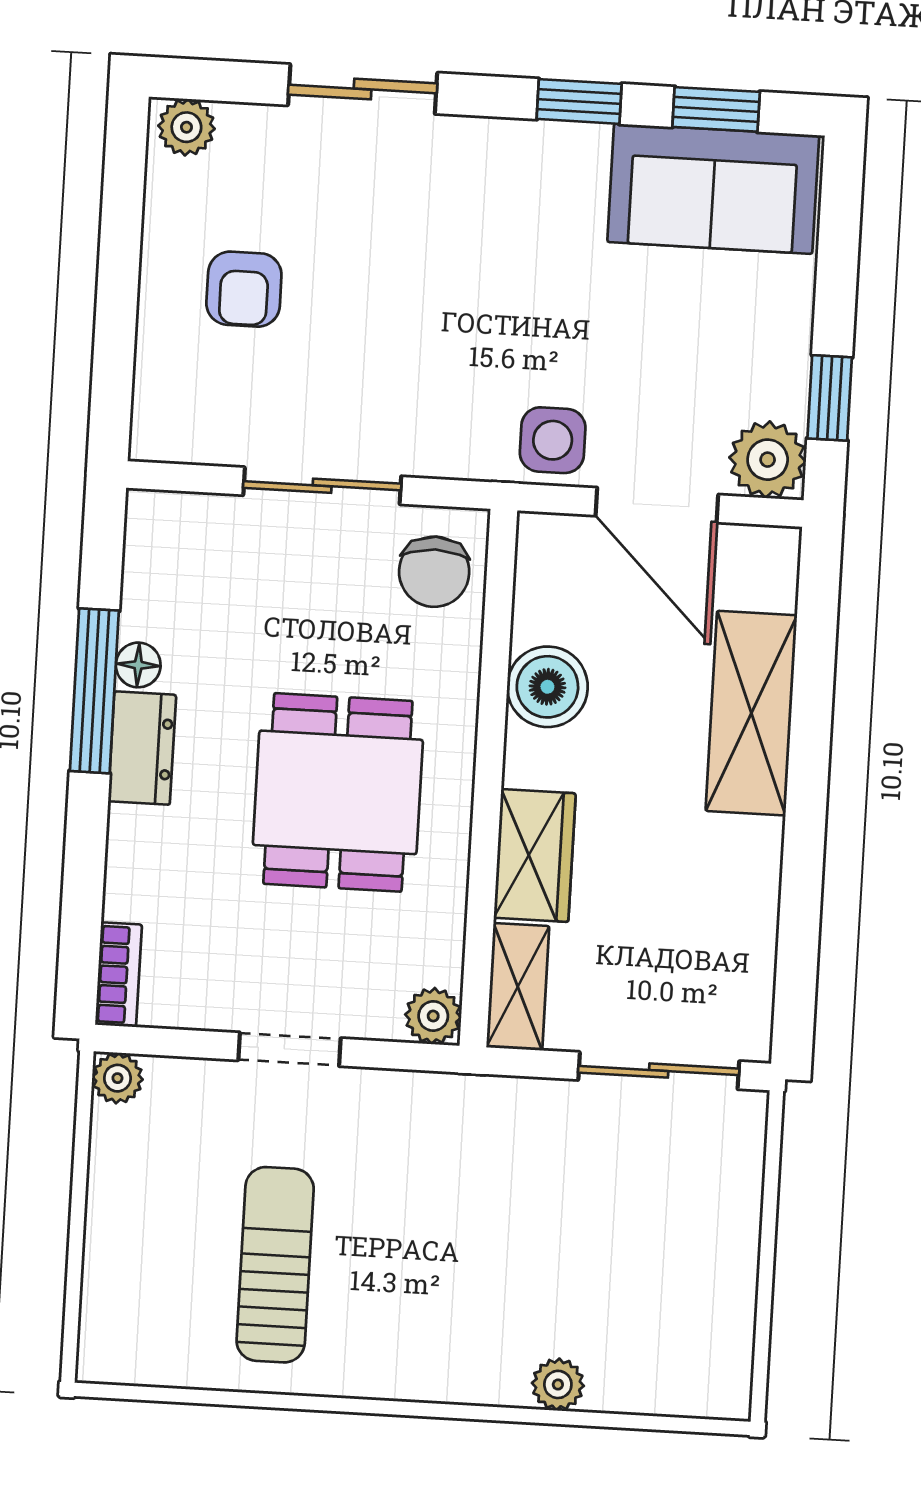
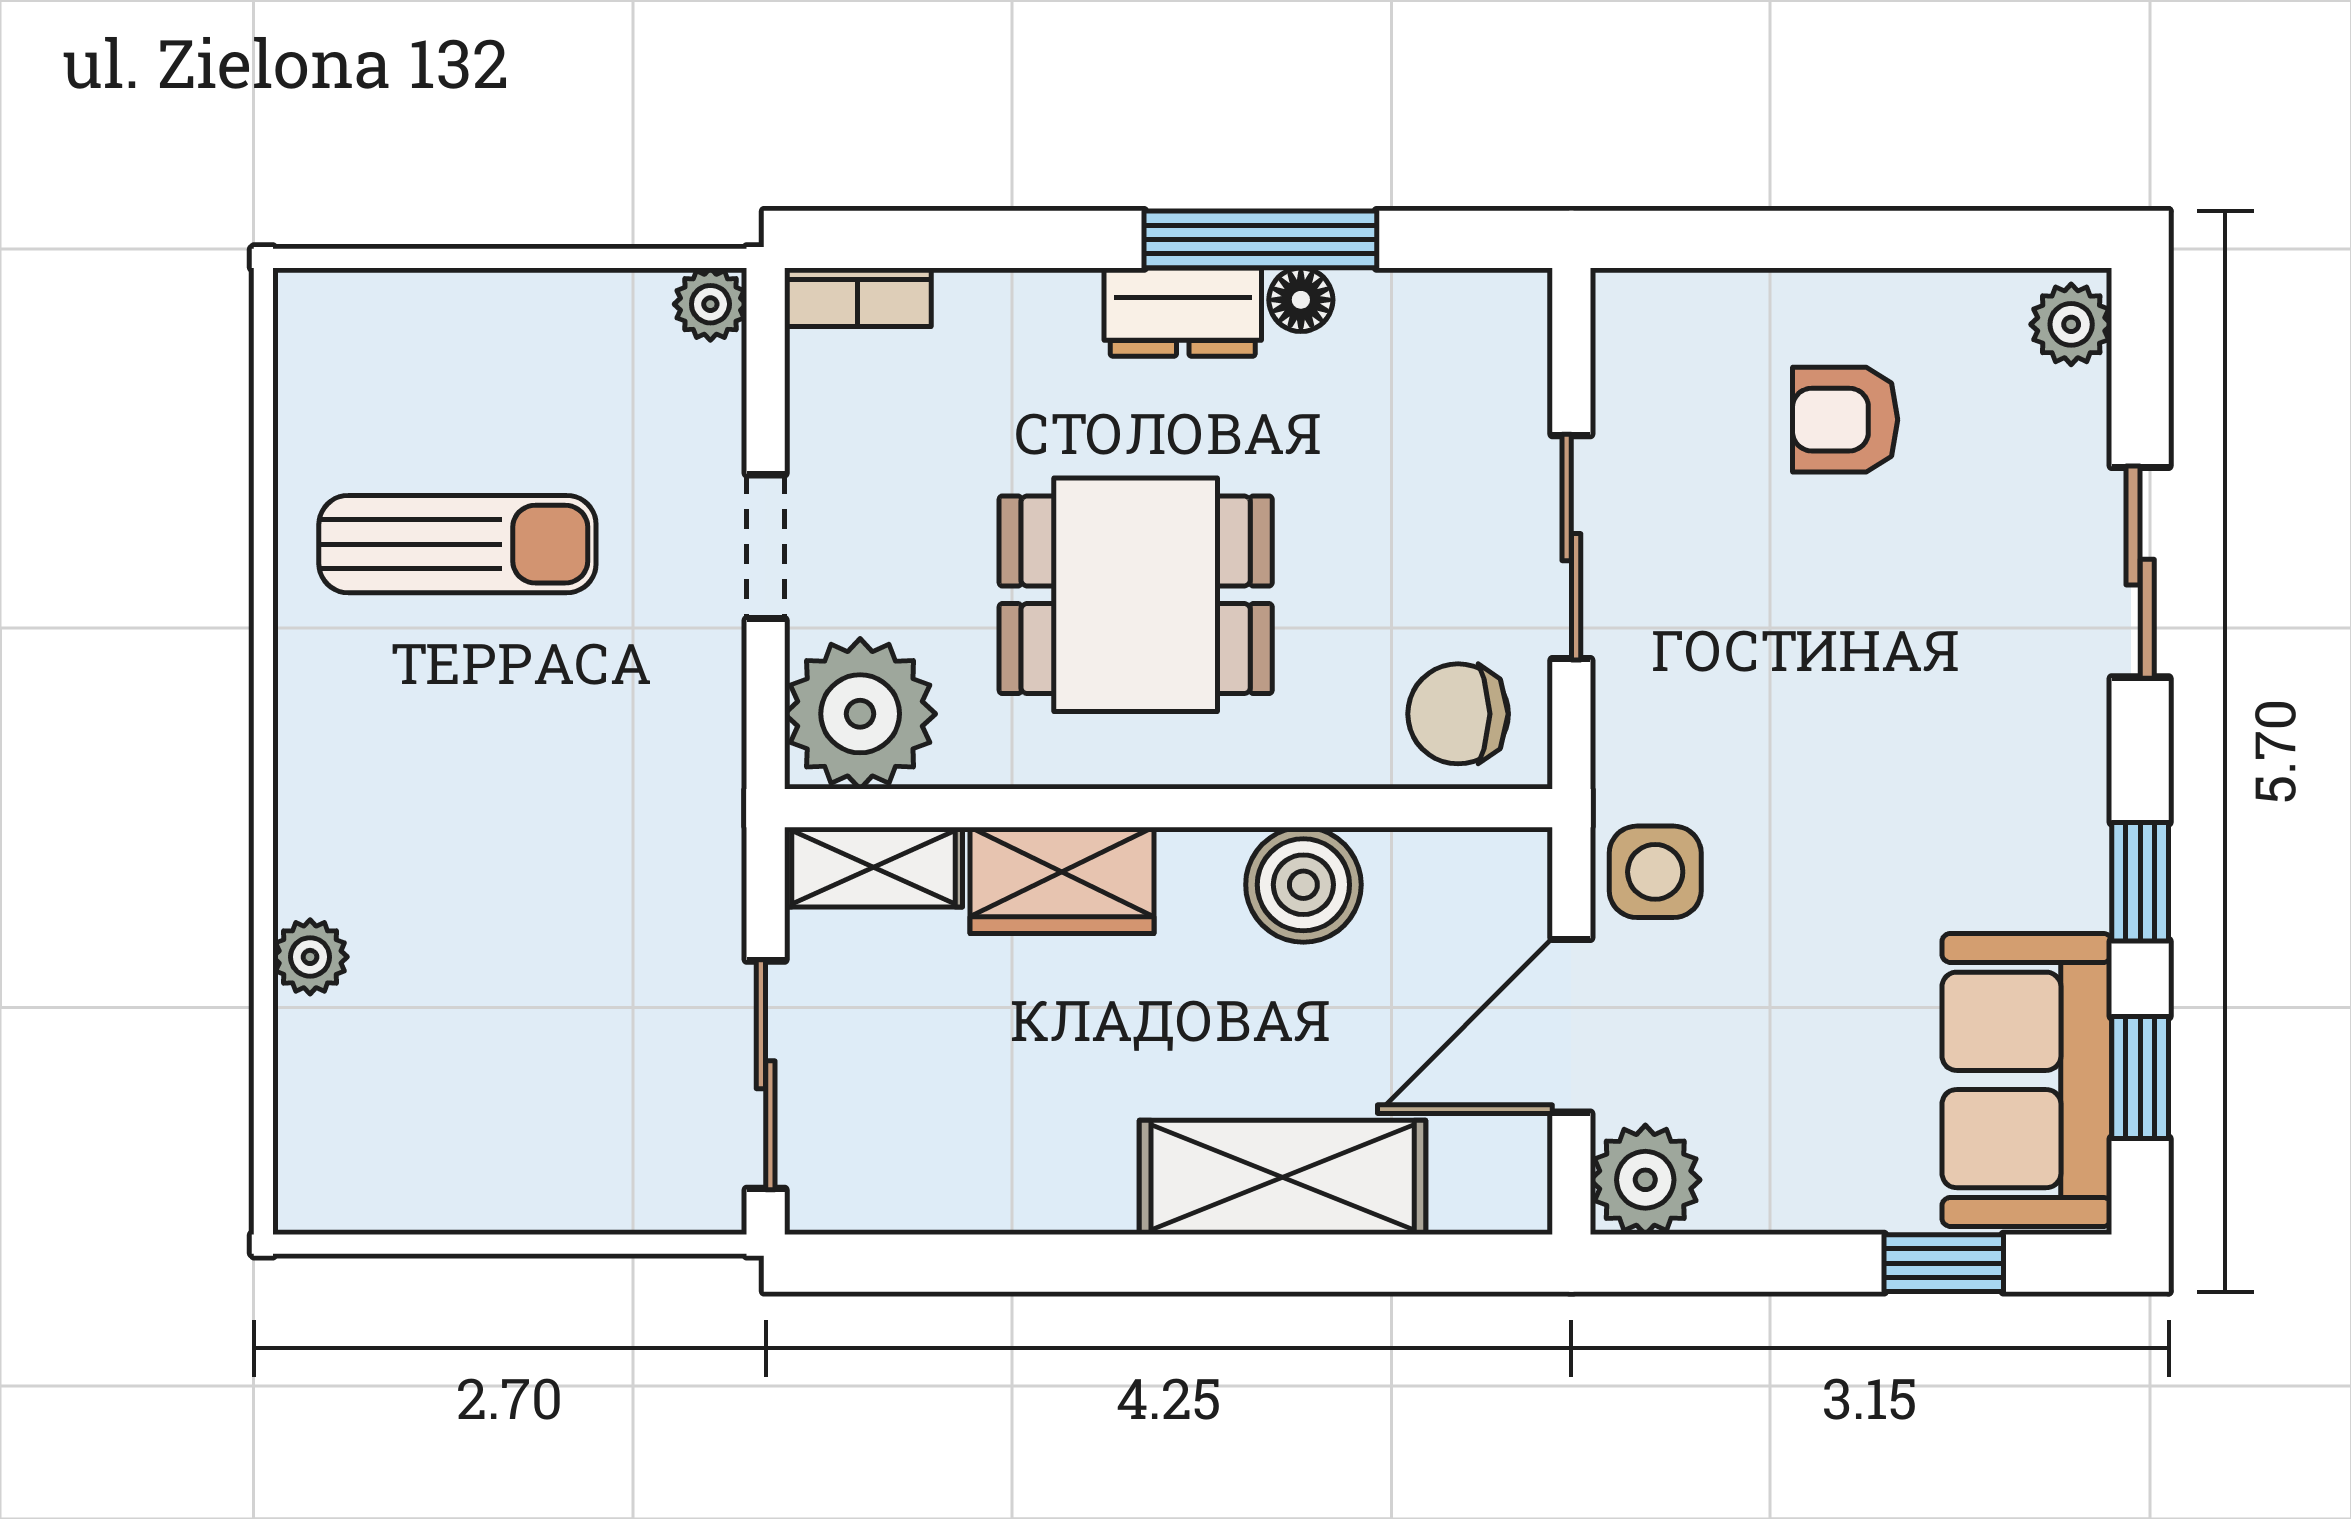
window: (830, 398) -> (1944, 1263), moved
plant: (433, 1016) -> (860, 714), width x1.88, depth x1.88

